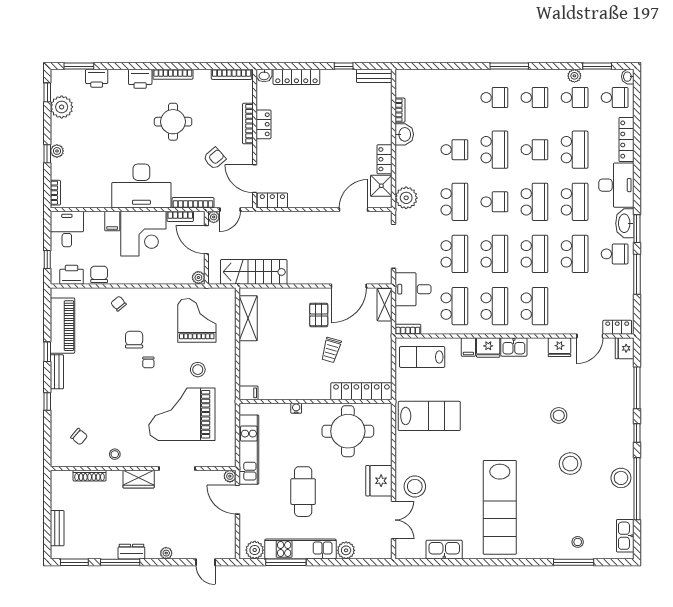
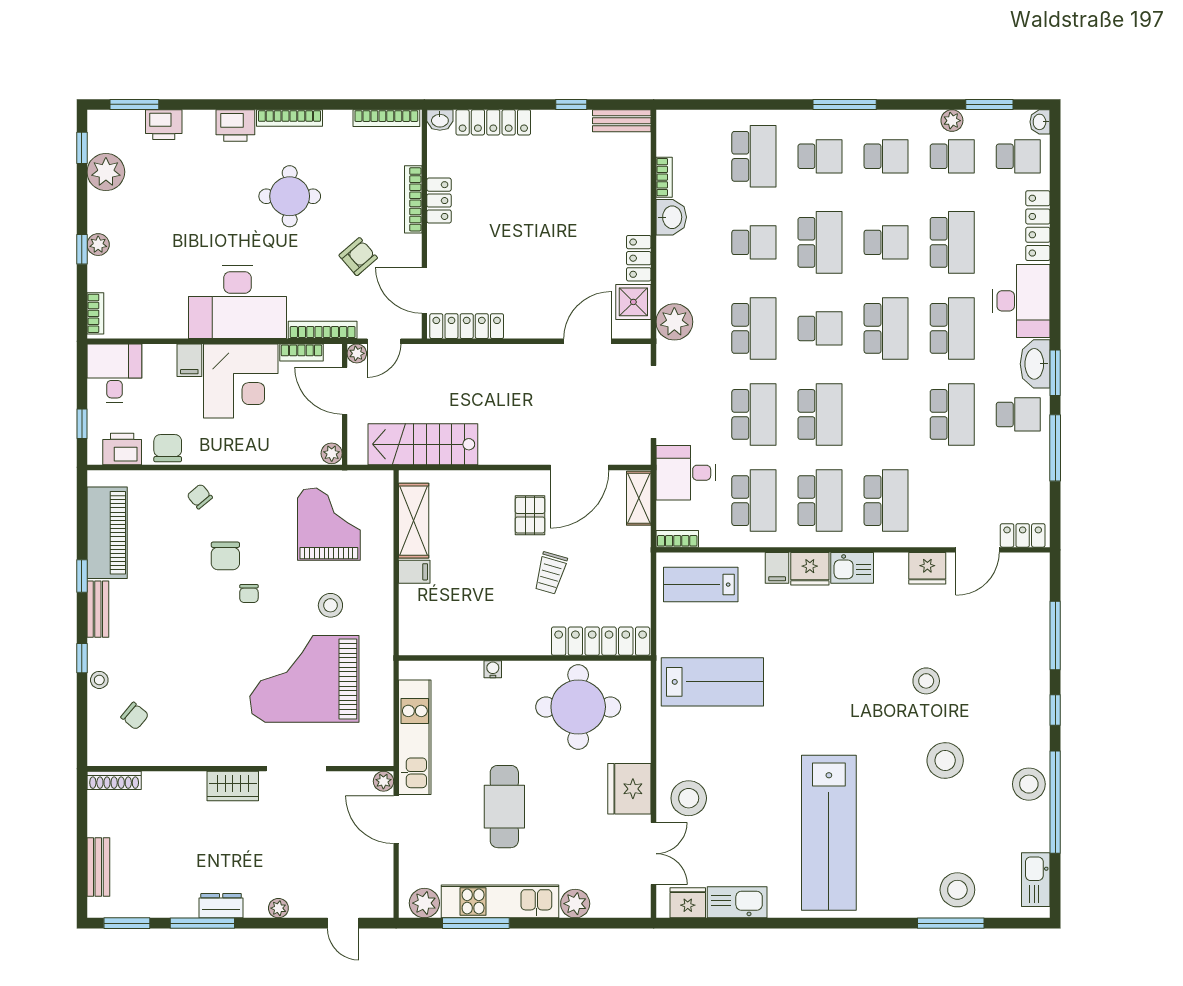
locker: (272, 200) -> (467, 326), width x1.53
school desk: (534, 254) -> (754, 156), moved
chair: (134, 340) -> (225, 556), turned 180
fridge: (625, 348) -> (688, 903), moved, turned 90
filing cabinet: (249, 393) -> (414, 572), moved
stool: (115, 454) -> (99, 680), moved
shoe rack: (90, 476) -> (114, 780), moved
stool: (578, 542) -> (957, 890), width x1.89, depth x1.89

